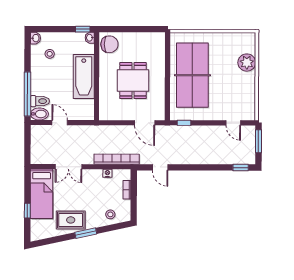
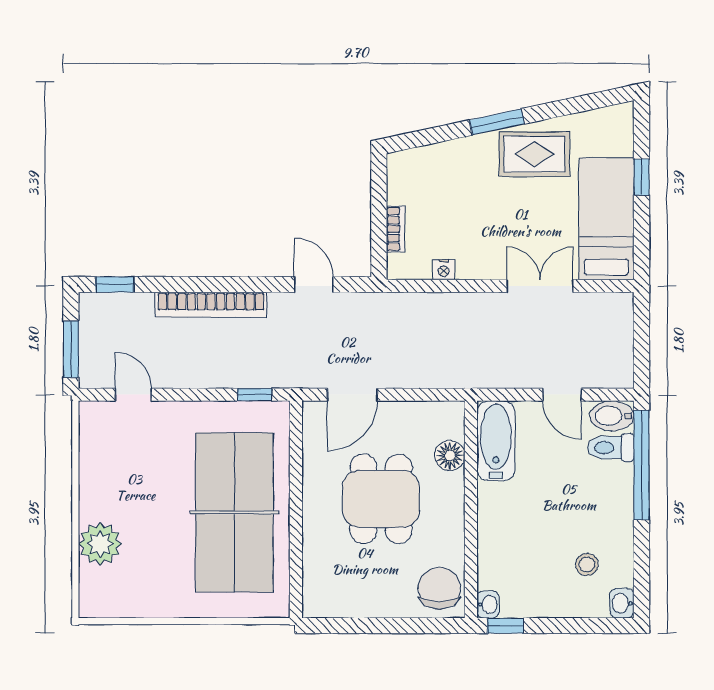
chair: (109, 44) -> (439, 588), turned 90
bathtub: (84, 77) -> (496, 441), moved, width x0.73, depth x0.73
floor lamp: (105, 98) -> (450, 456), added
door: (145, 123) -> (352, 395), swing flipped
bookcase: (117, 159) -> (211, 305), moved
stool: (110, 214) -> (436, 168), removed

